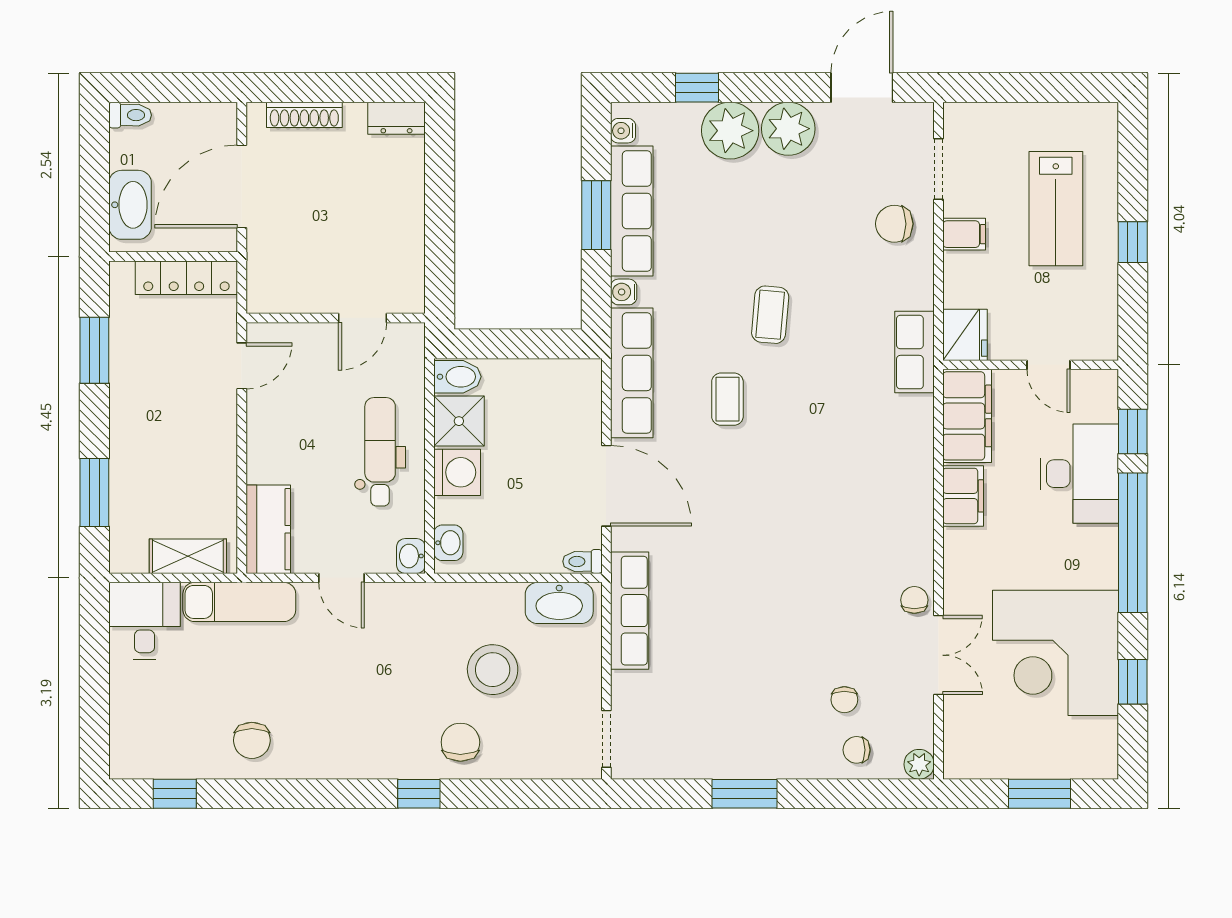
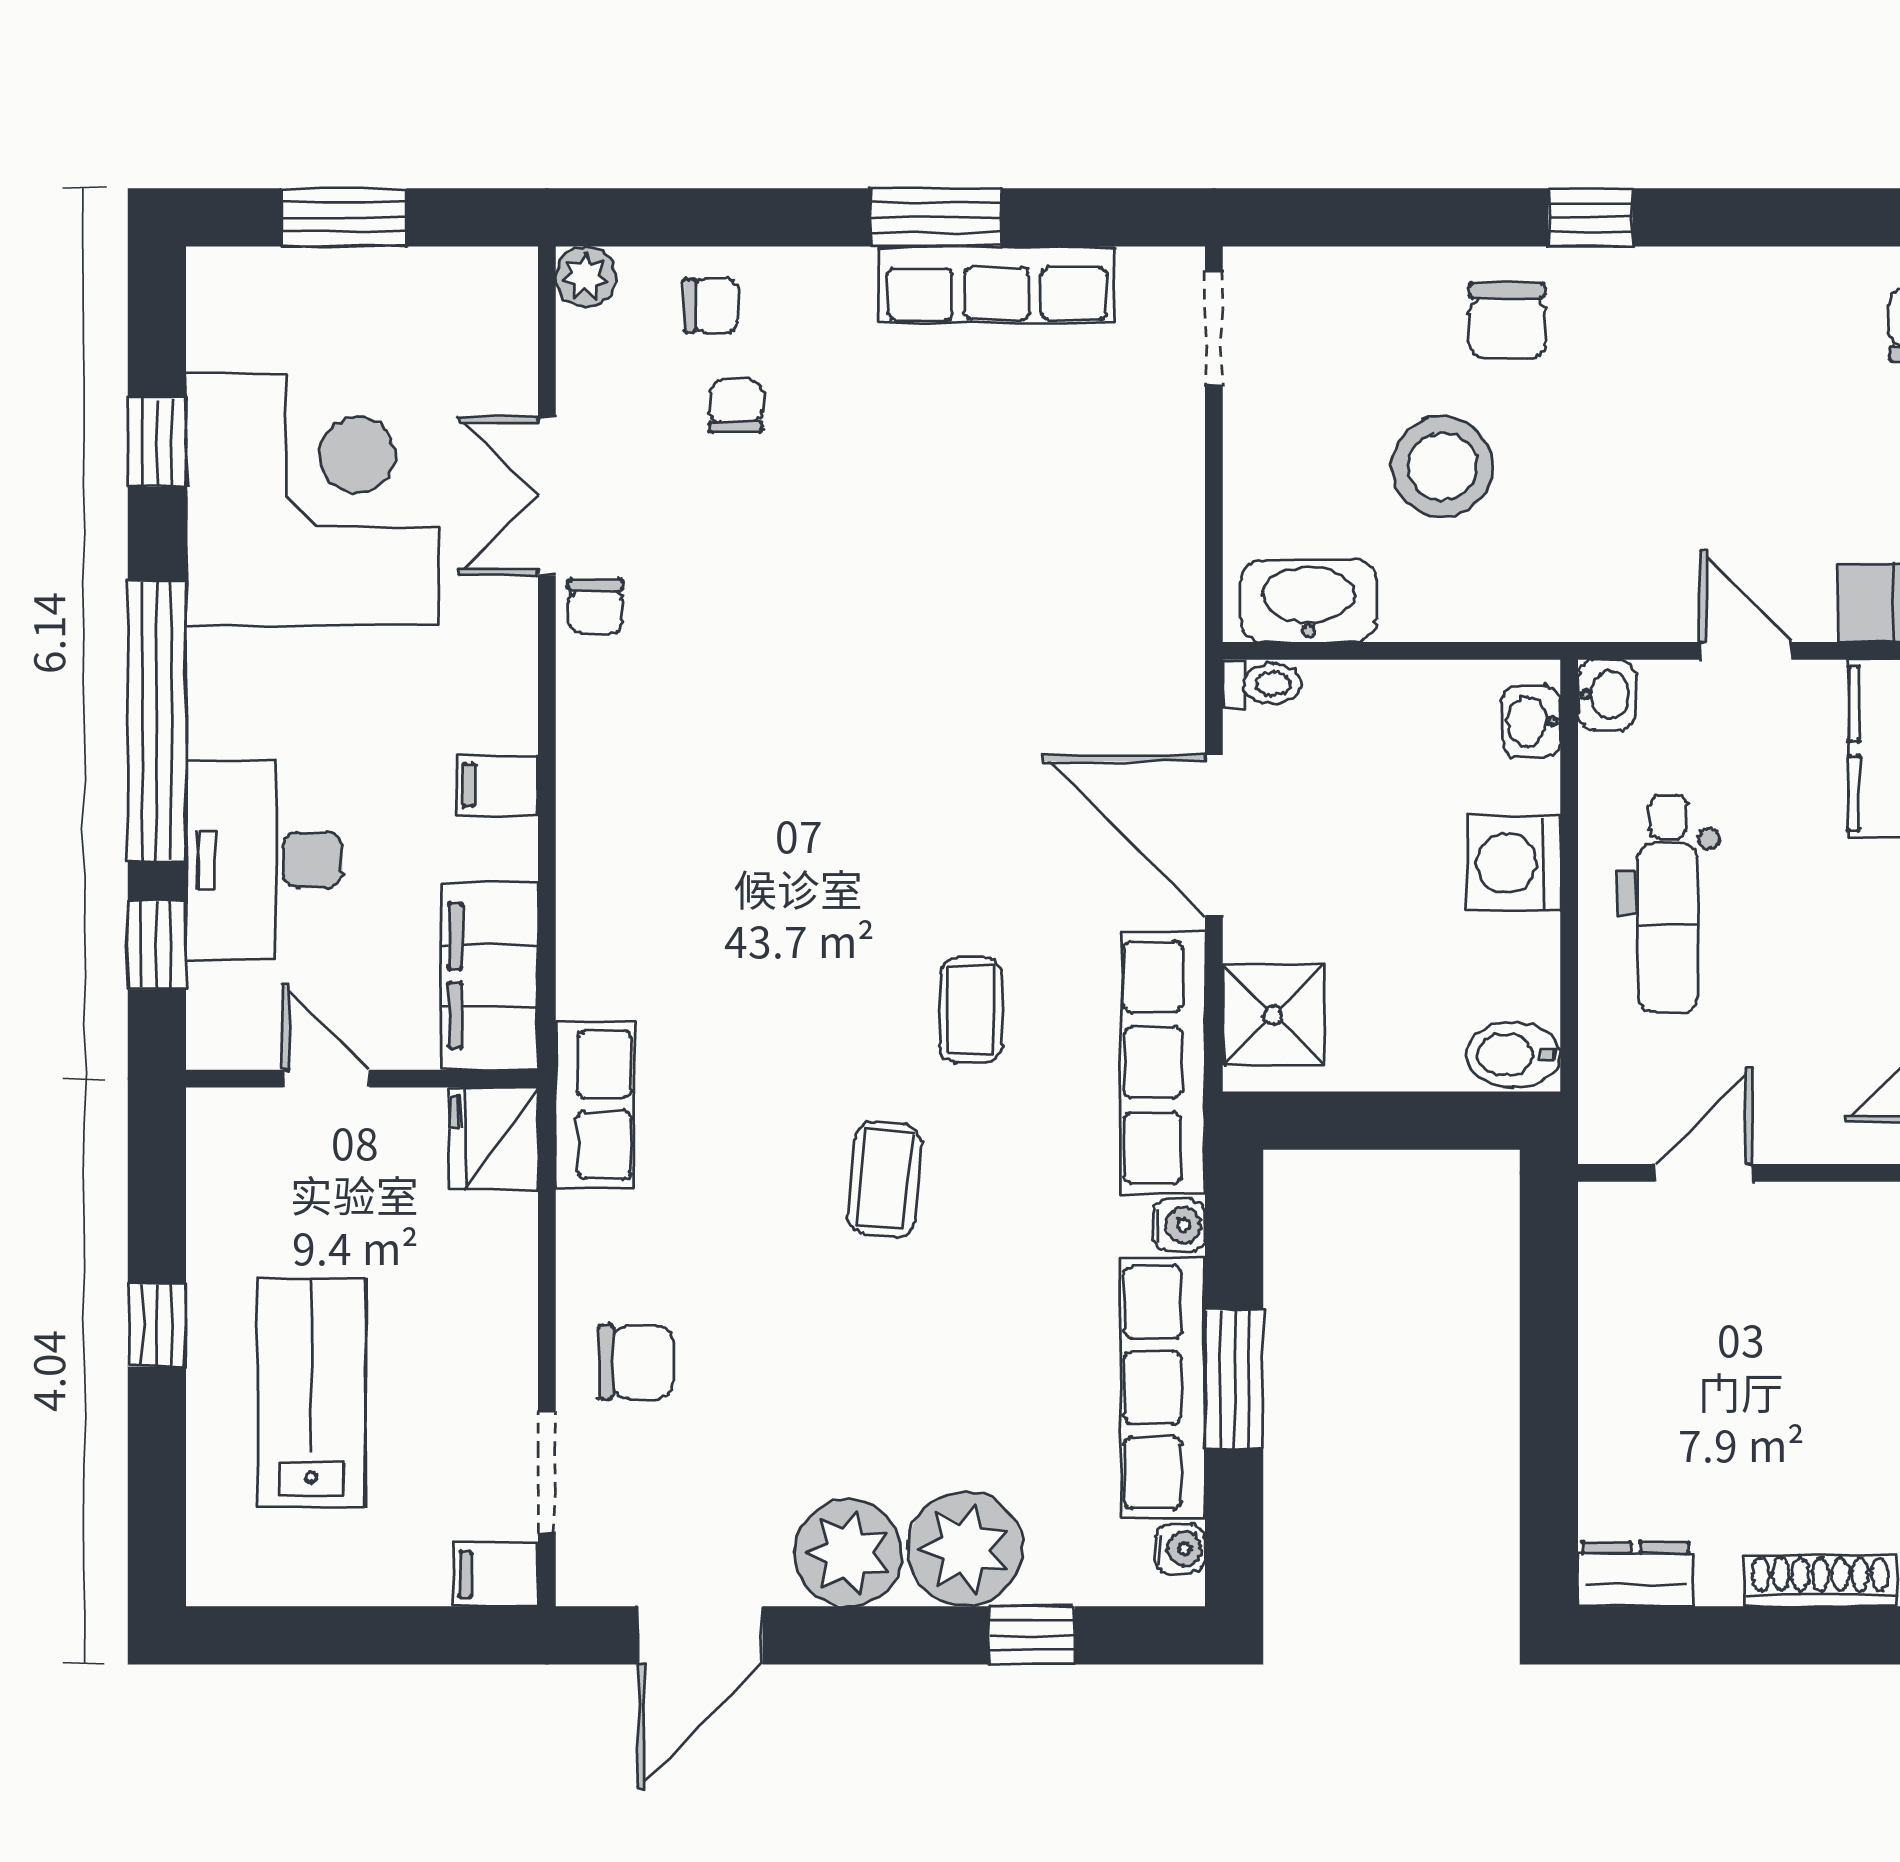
filing cabinet: (964, 234) -> (495, 1574), moved
shower: (459, 421) -> (1273, 1015), moved
filing cabinet: (963, 496) -> (497, 785), width x0.50
row of seats: (630, 611) -> (997, 284), moved, turned -90

